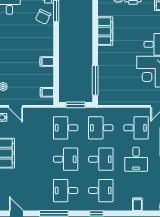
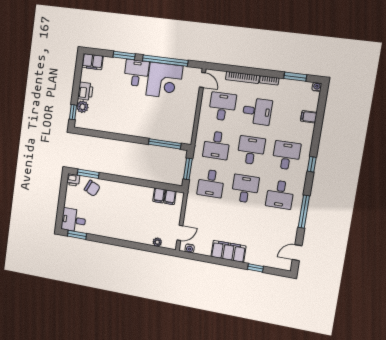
filing cabinet: (105, 31) -> (115, 125), removed
filing cabinet: (47, 61) -> (159, 195), moved

